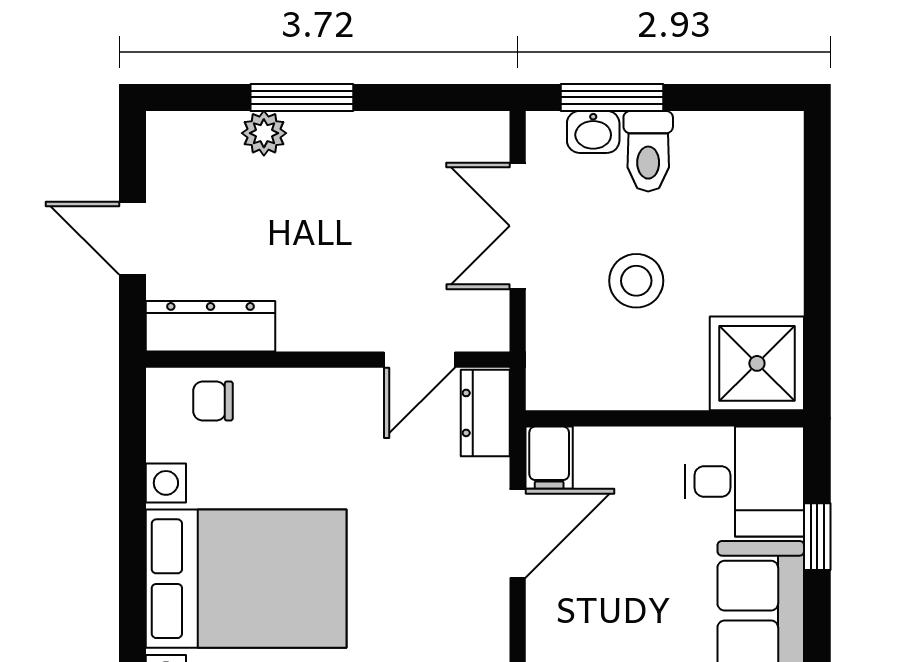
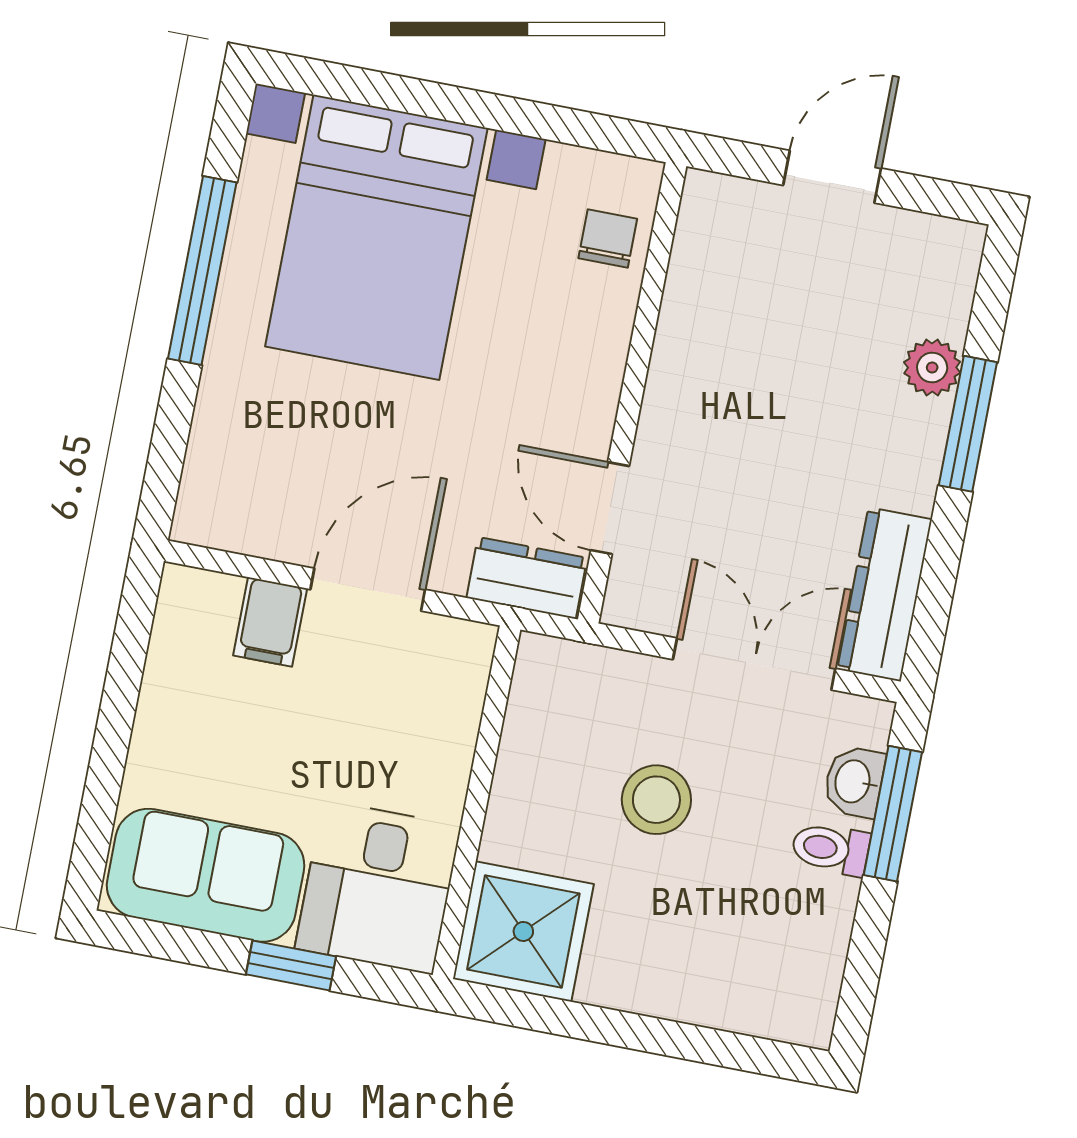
toilet: (648, 151) -> (831, 849), width x0.73, depth x0.72
dresser: (211, 326) -> (885, 594), moved, turned 180
filing cabinet: (549, 458) -> (270, 622), moved, turned -90
door: (518, 533) -> (368, 590), swing flipped

